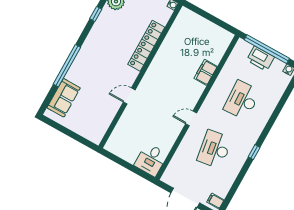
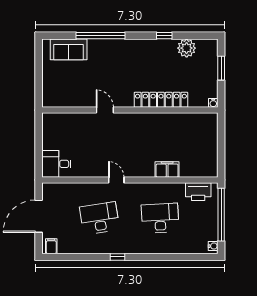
printer: (260, 59) -> (198, 192), moved, turned -90

